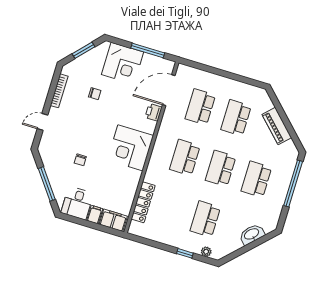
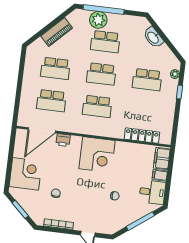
window: (148, 50) -> (11, 154), removed
door: (169, 90) -> (42, 130), hinge flipped
plant: (282, 176) -> (98, 20), added

